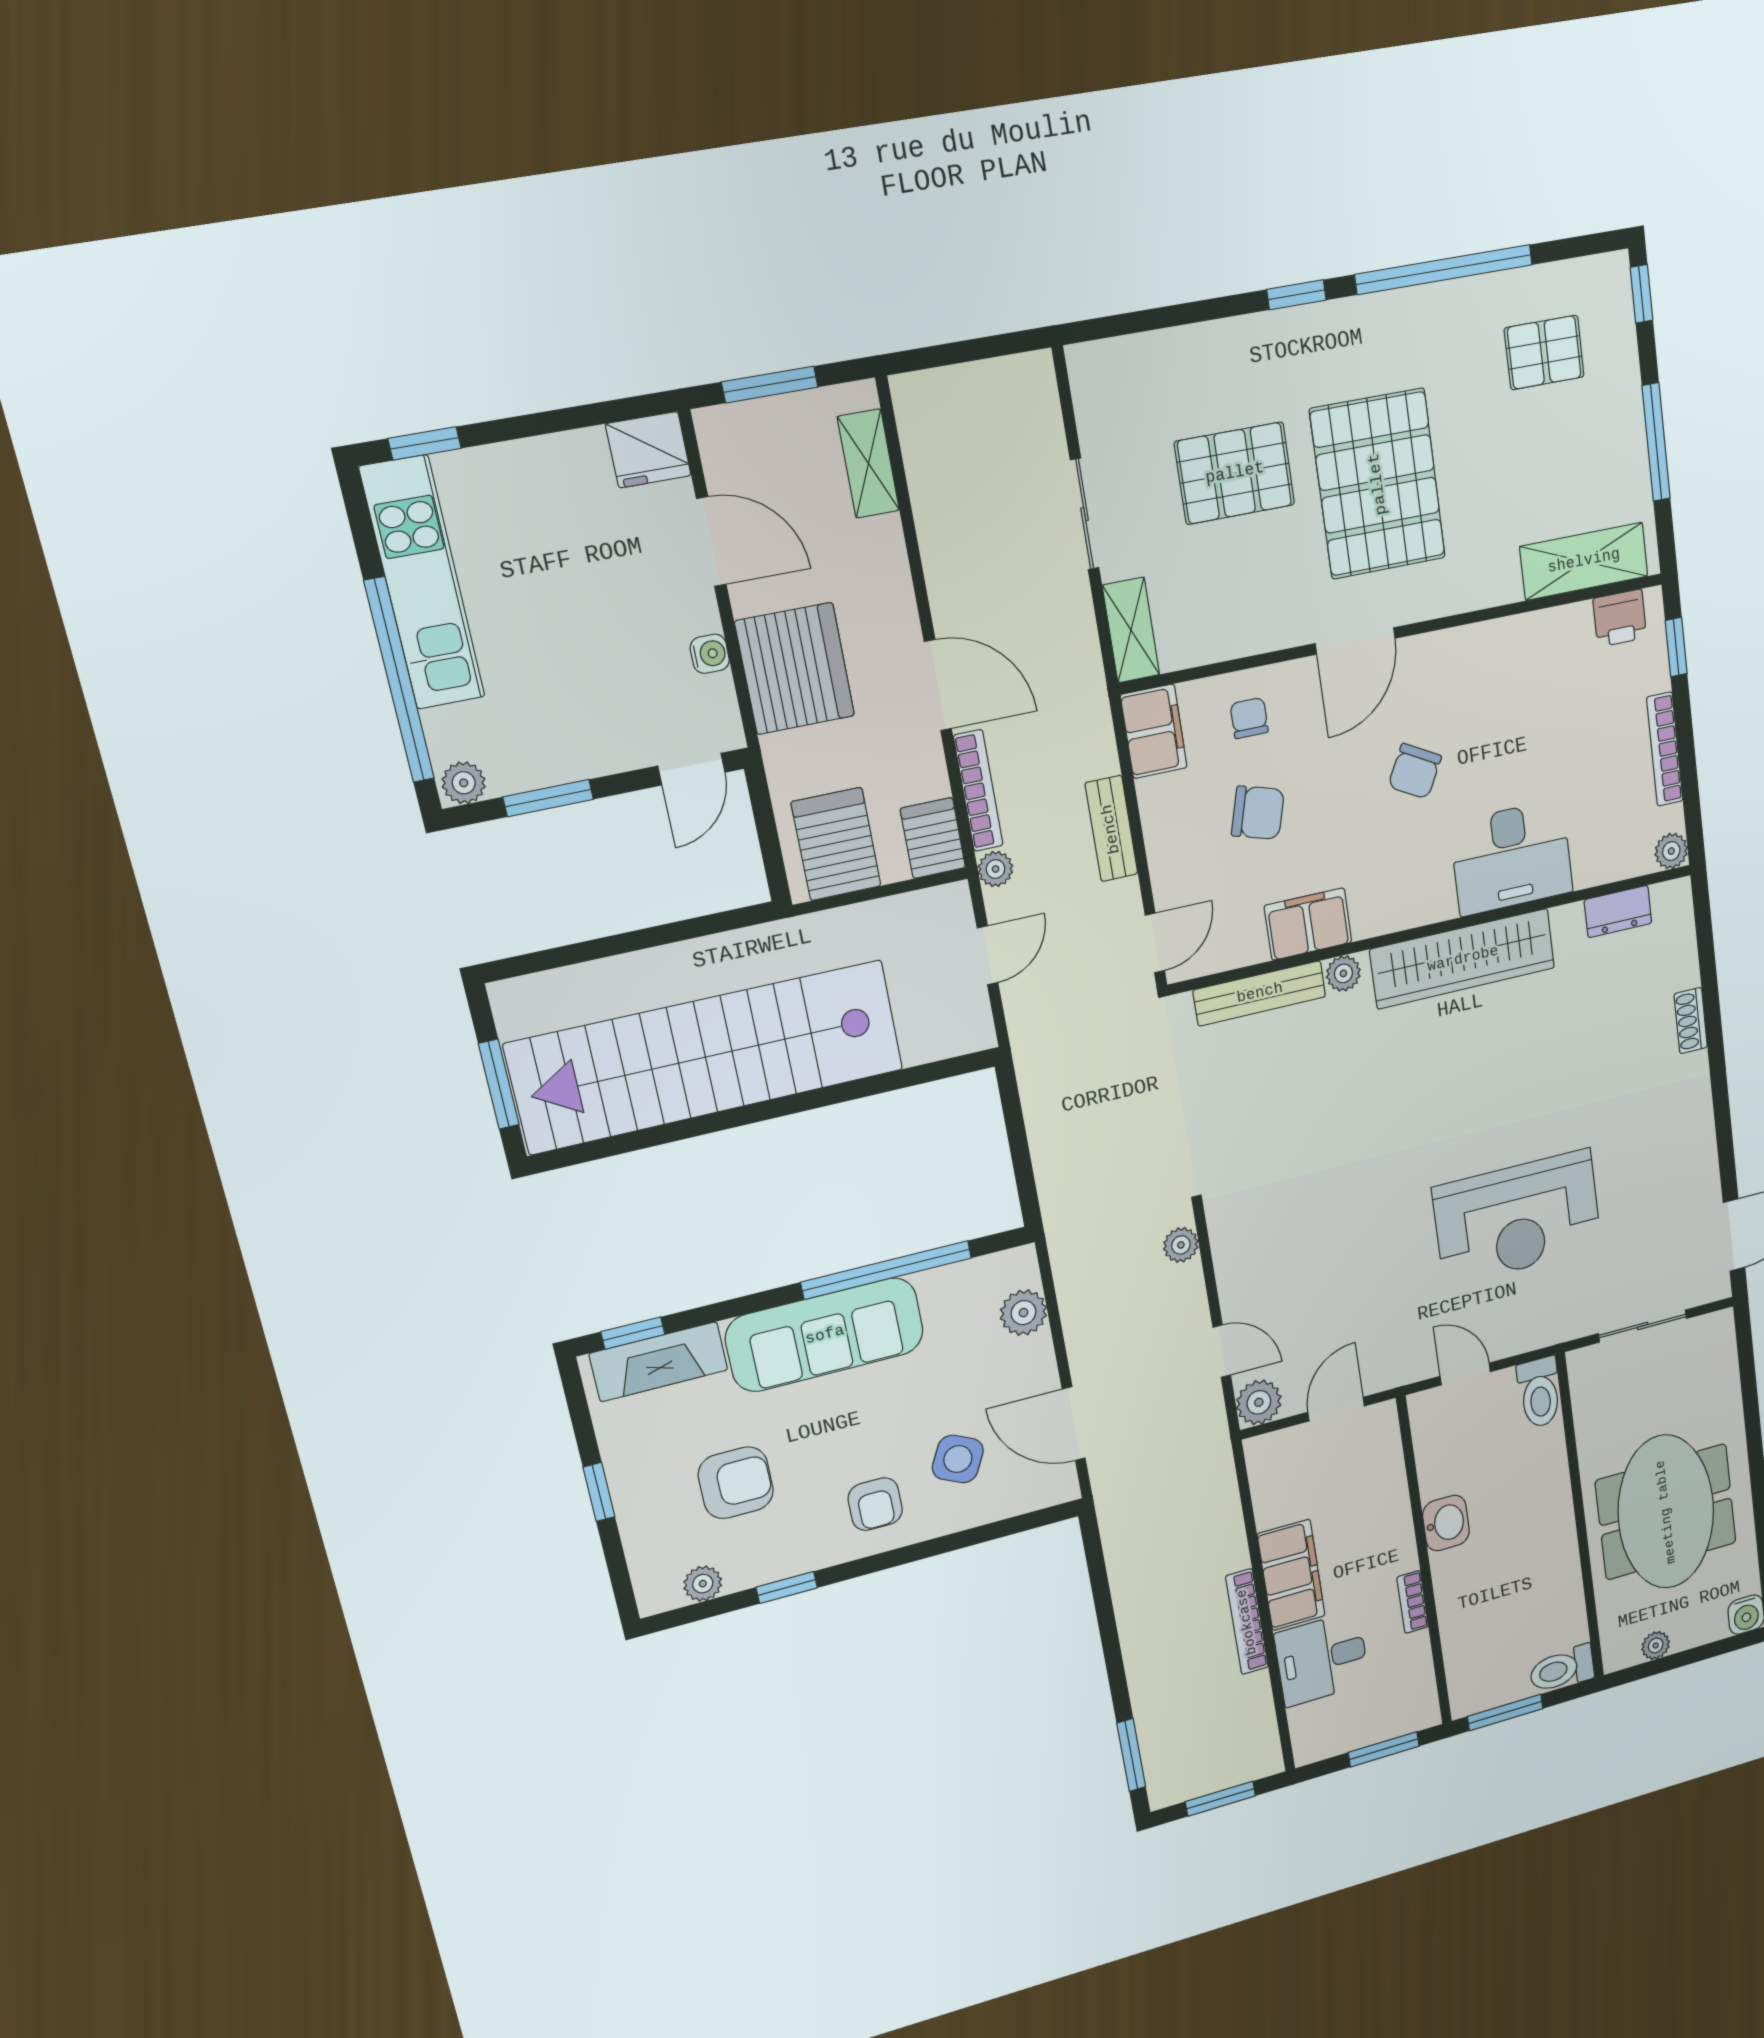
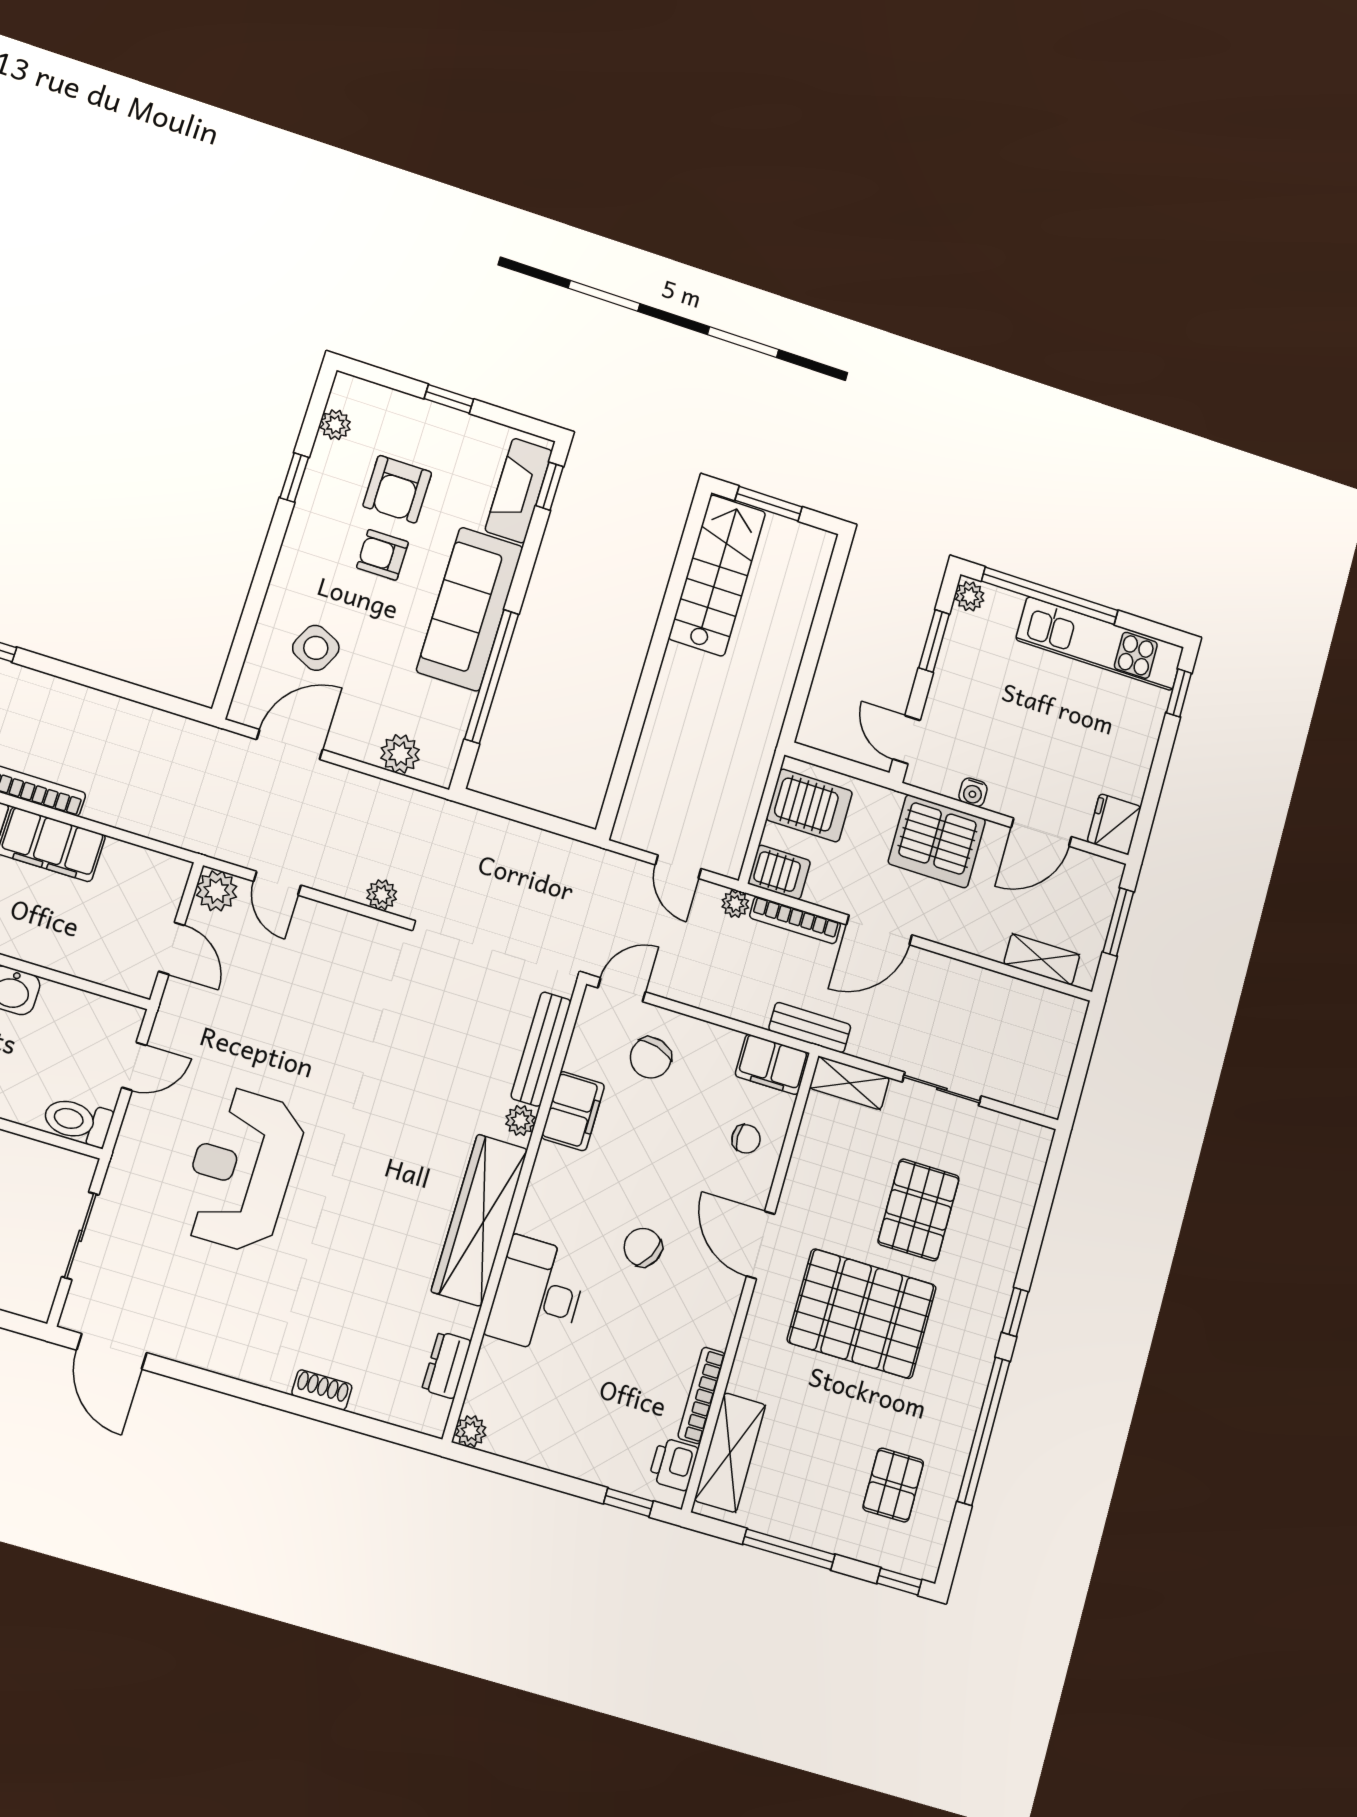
bookcase: (1665, 749) -> (702, 1395), moved, turned -90
chair: (1258, 813) -> (651, 1058), moved
bench: (1111, 829) -> (810, 1028), moved
door: (1155, 943) -> (622, 990), swing flipped
stairs: (707, 1057) -> (717, 575), width x0.54, depth x0.66
door: (1222, 1351) -> (277, 883), hinge flipped
armchair: (875, 1504) -> (382, 555), moved

